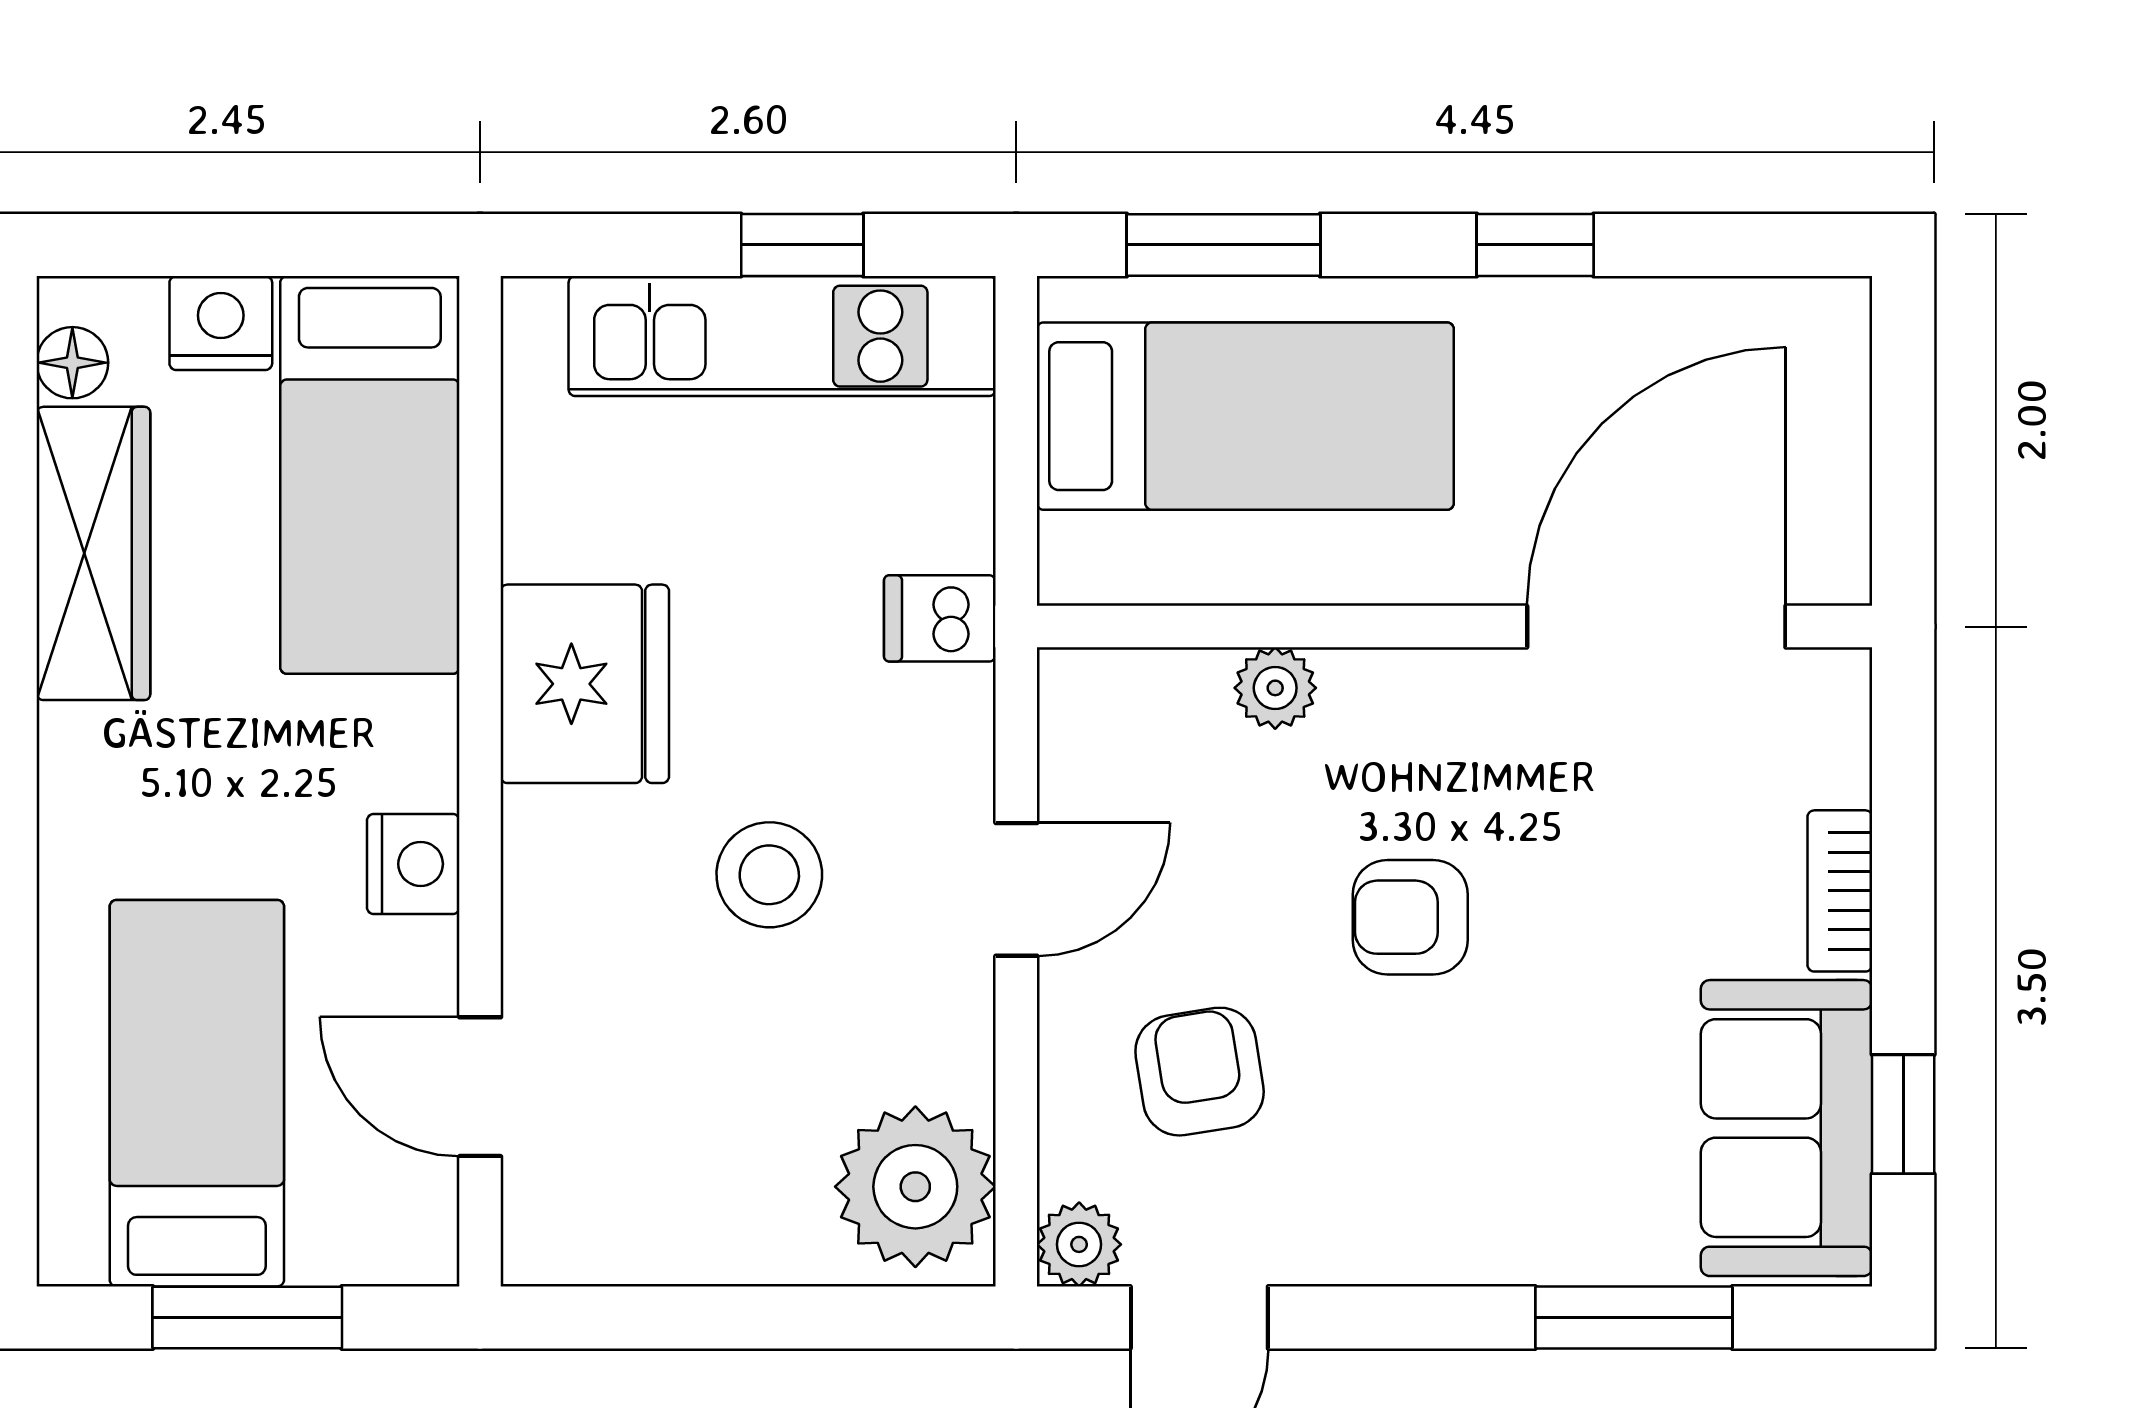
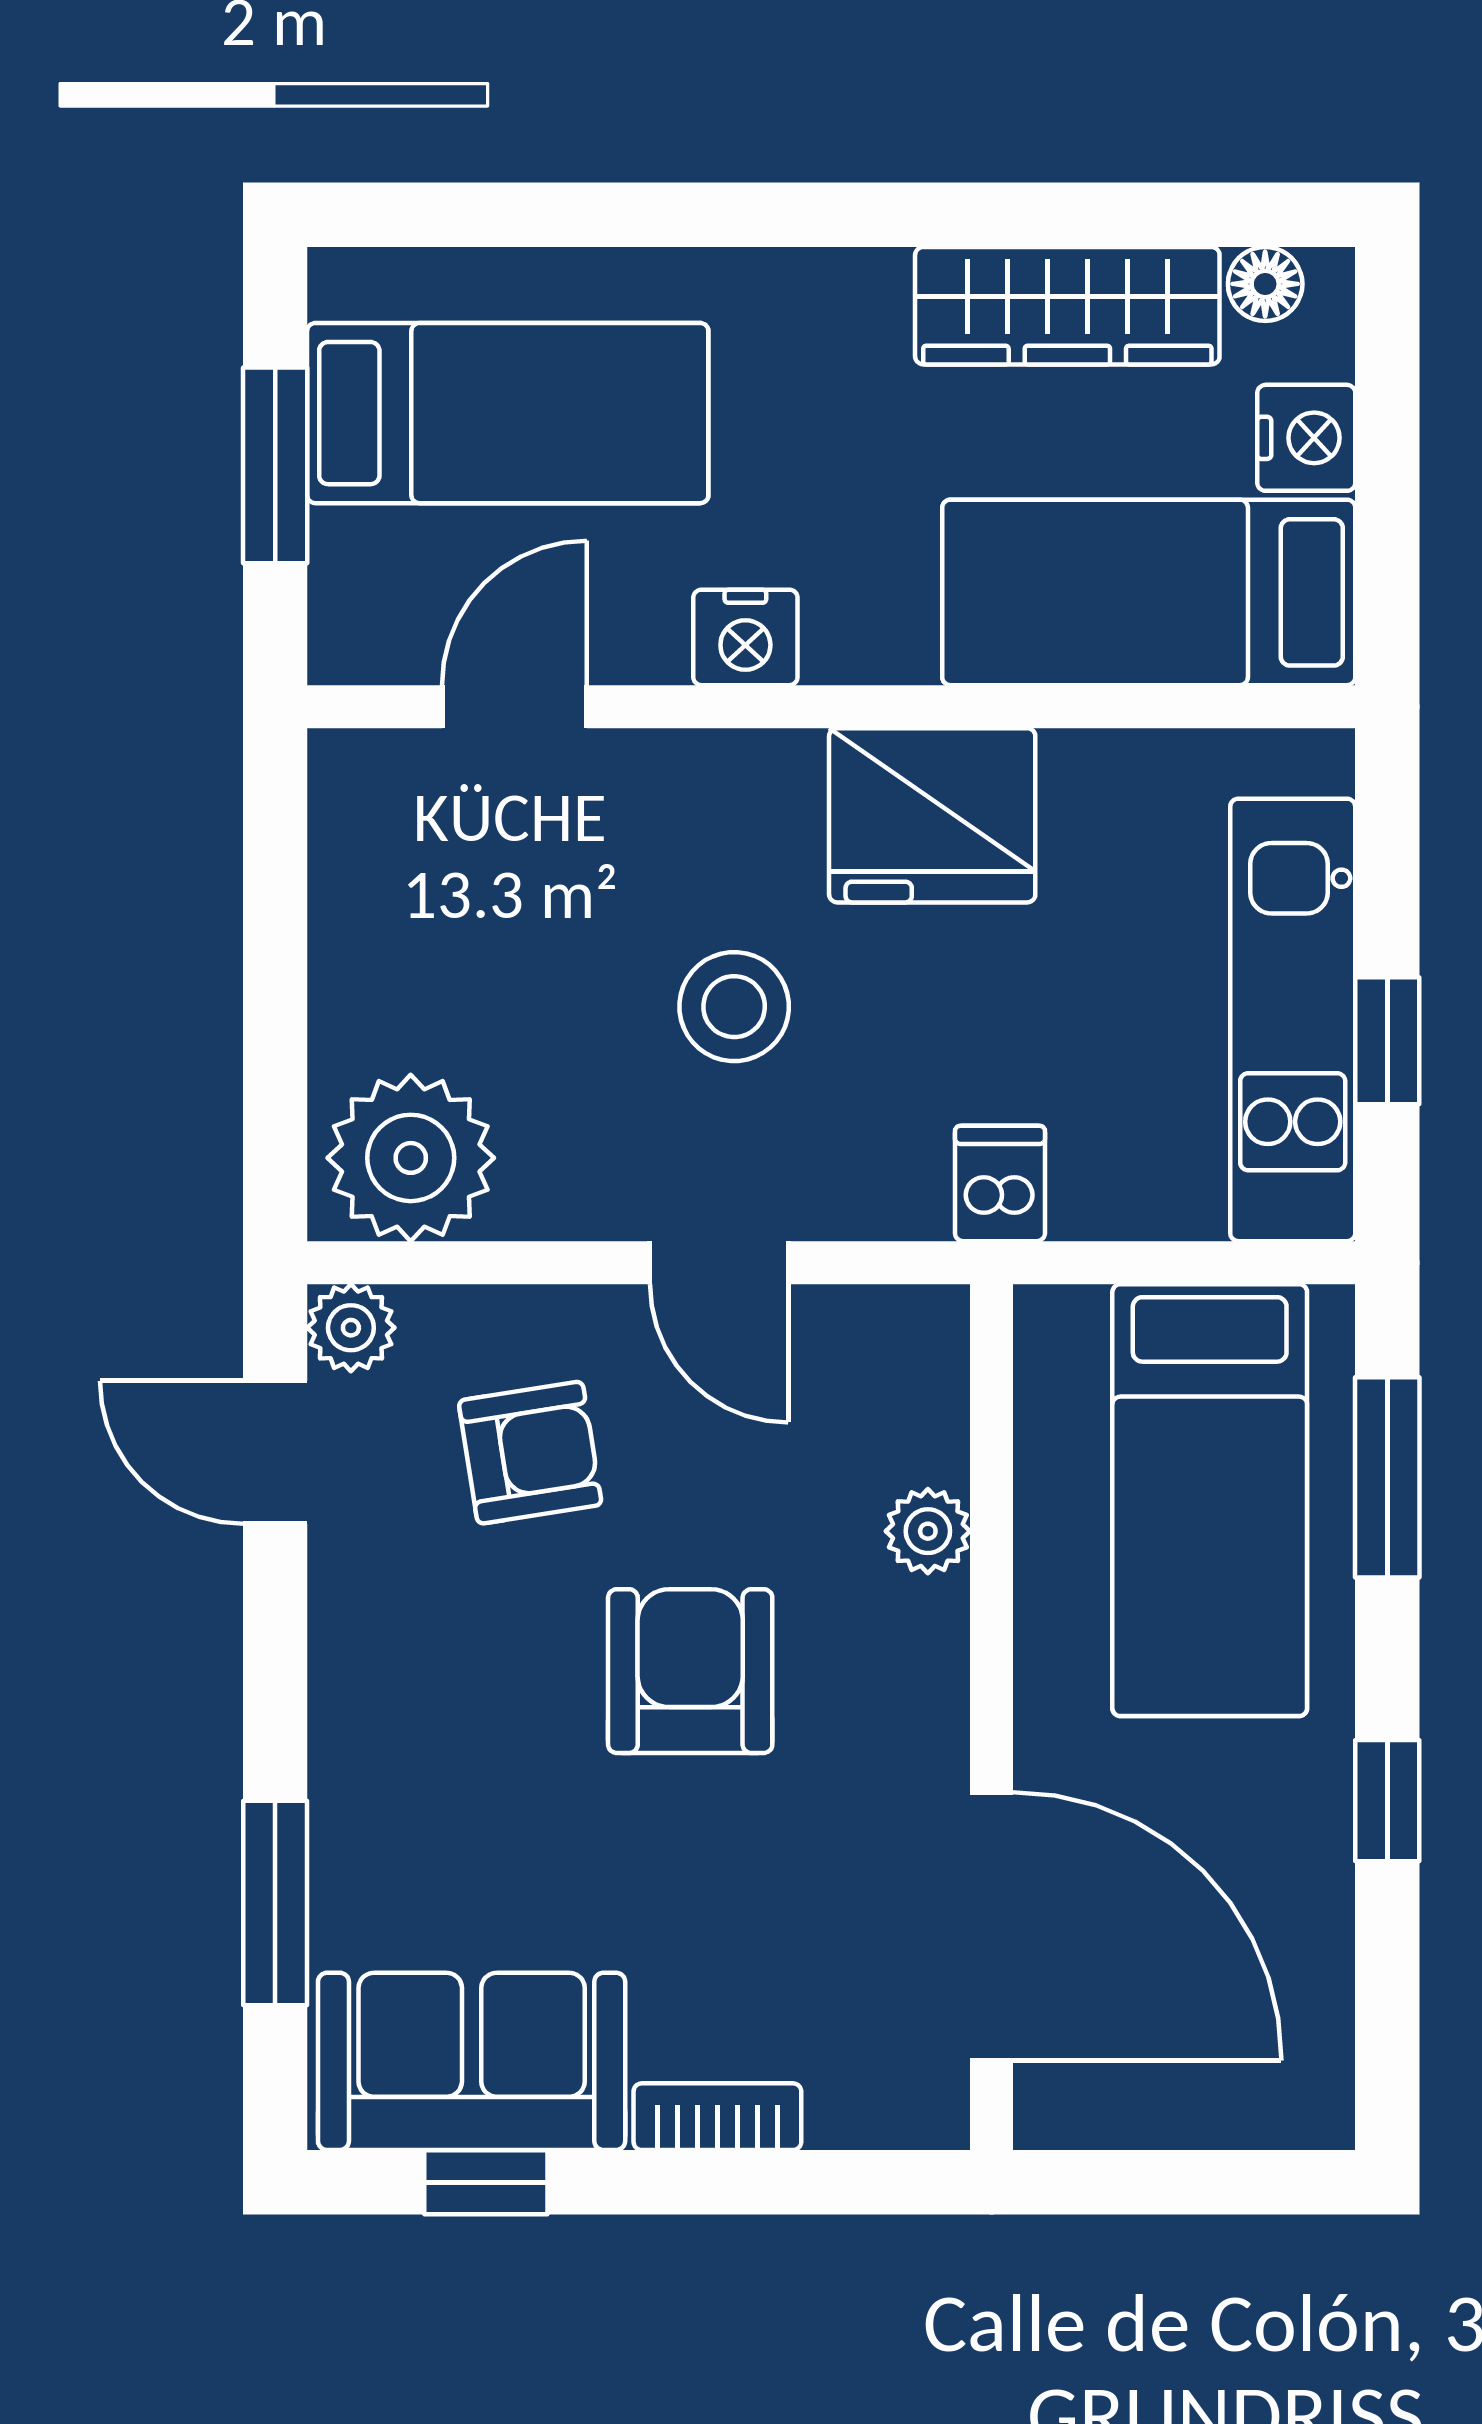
armchair: (1410, 917) -> (690, 1671), width x1.38, depth x1.38

